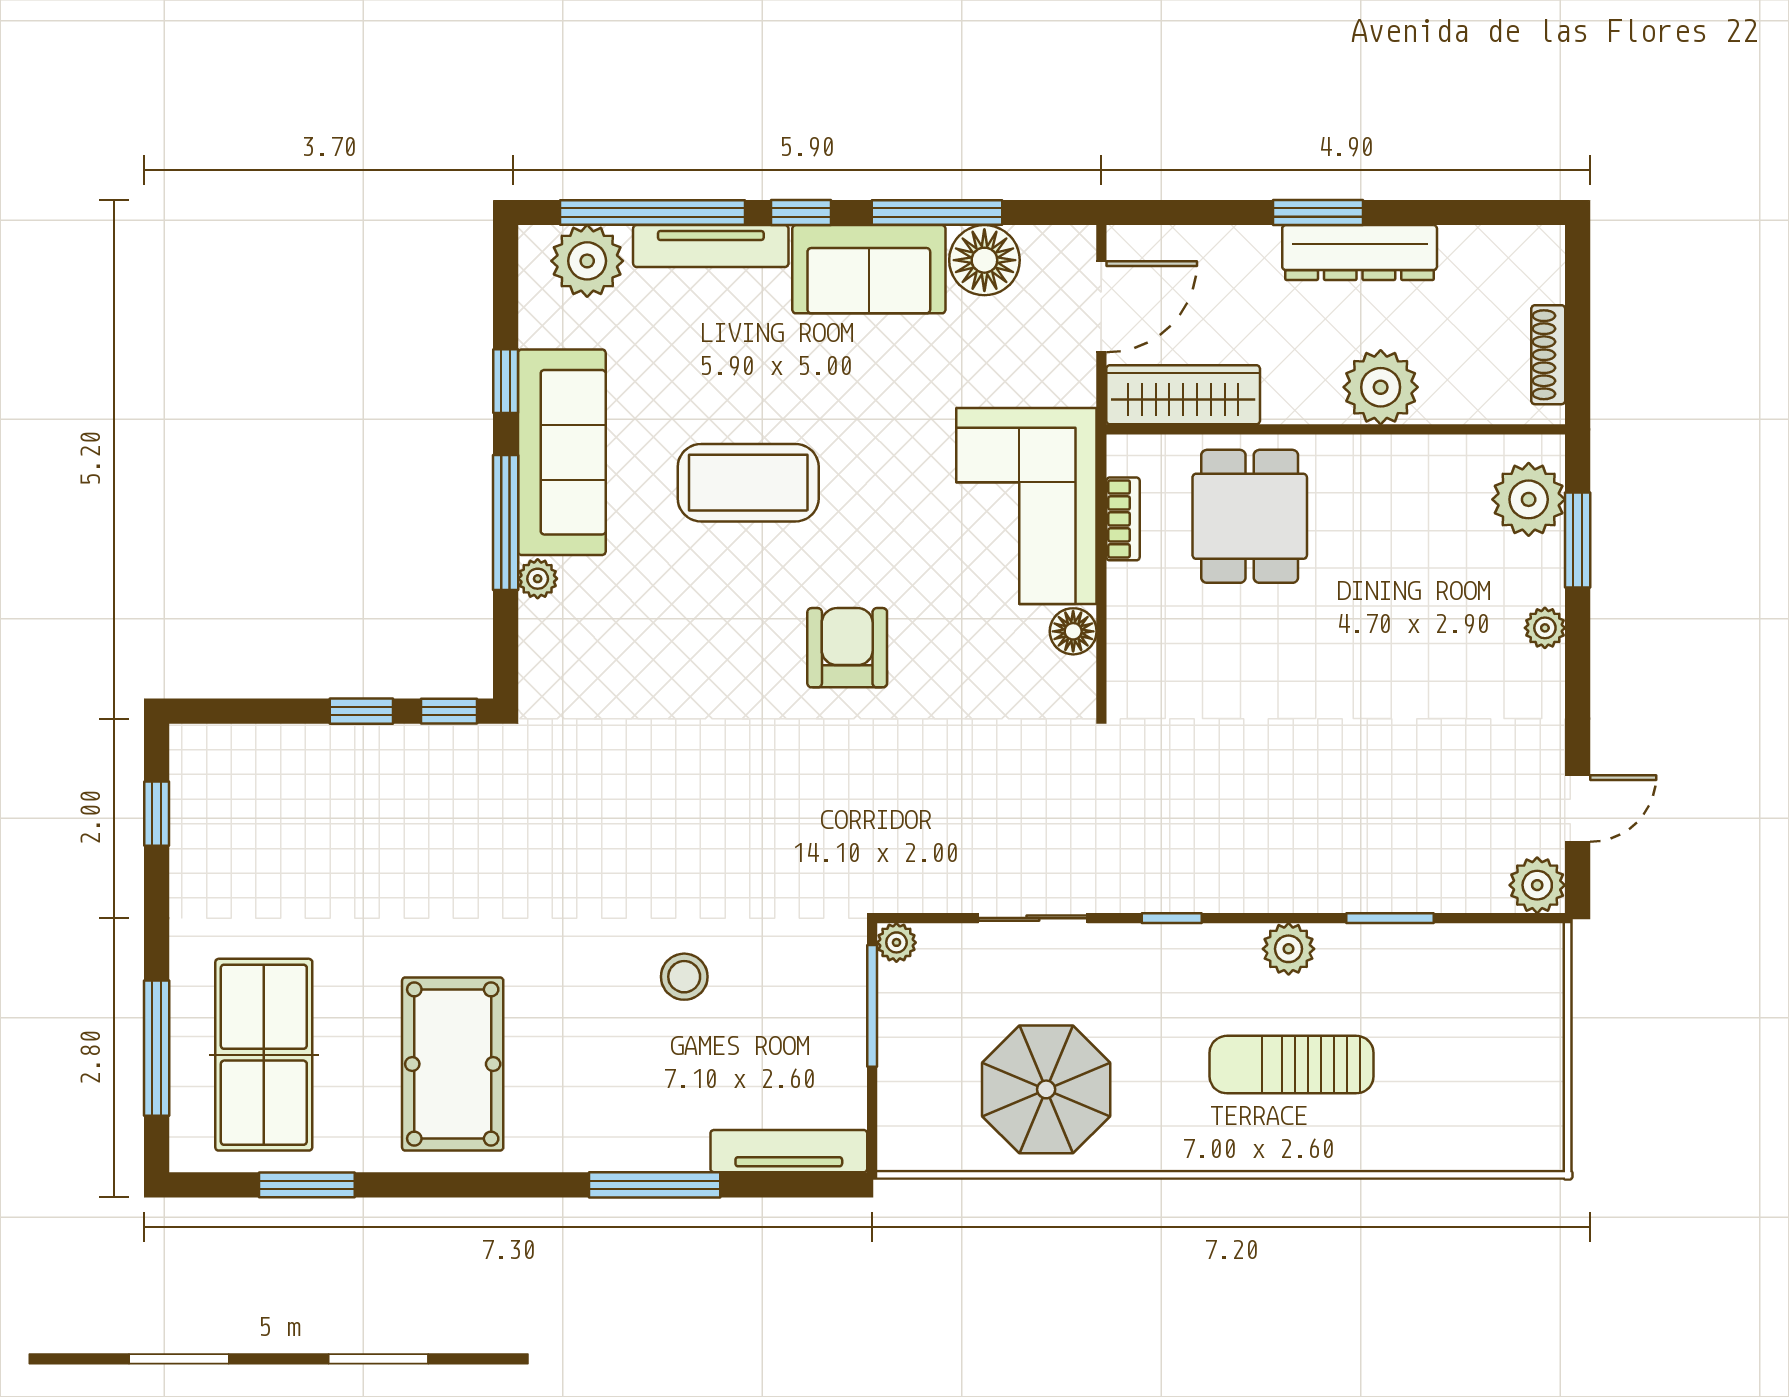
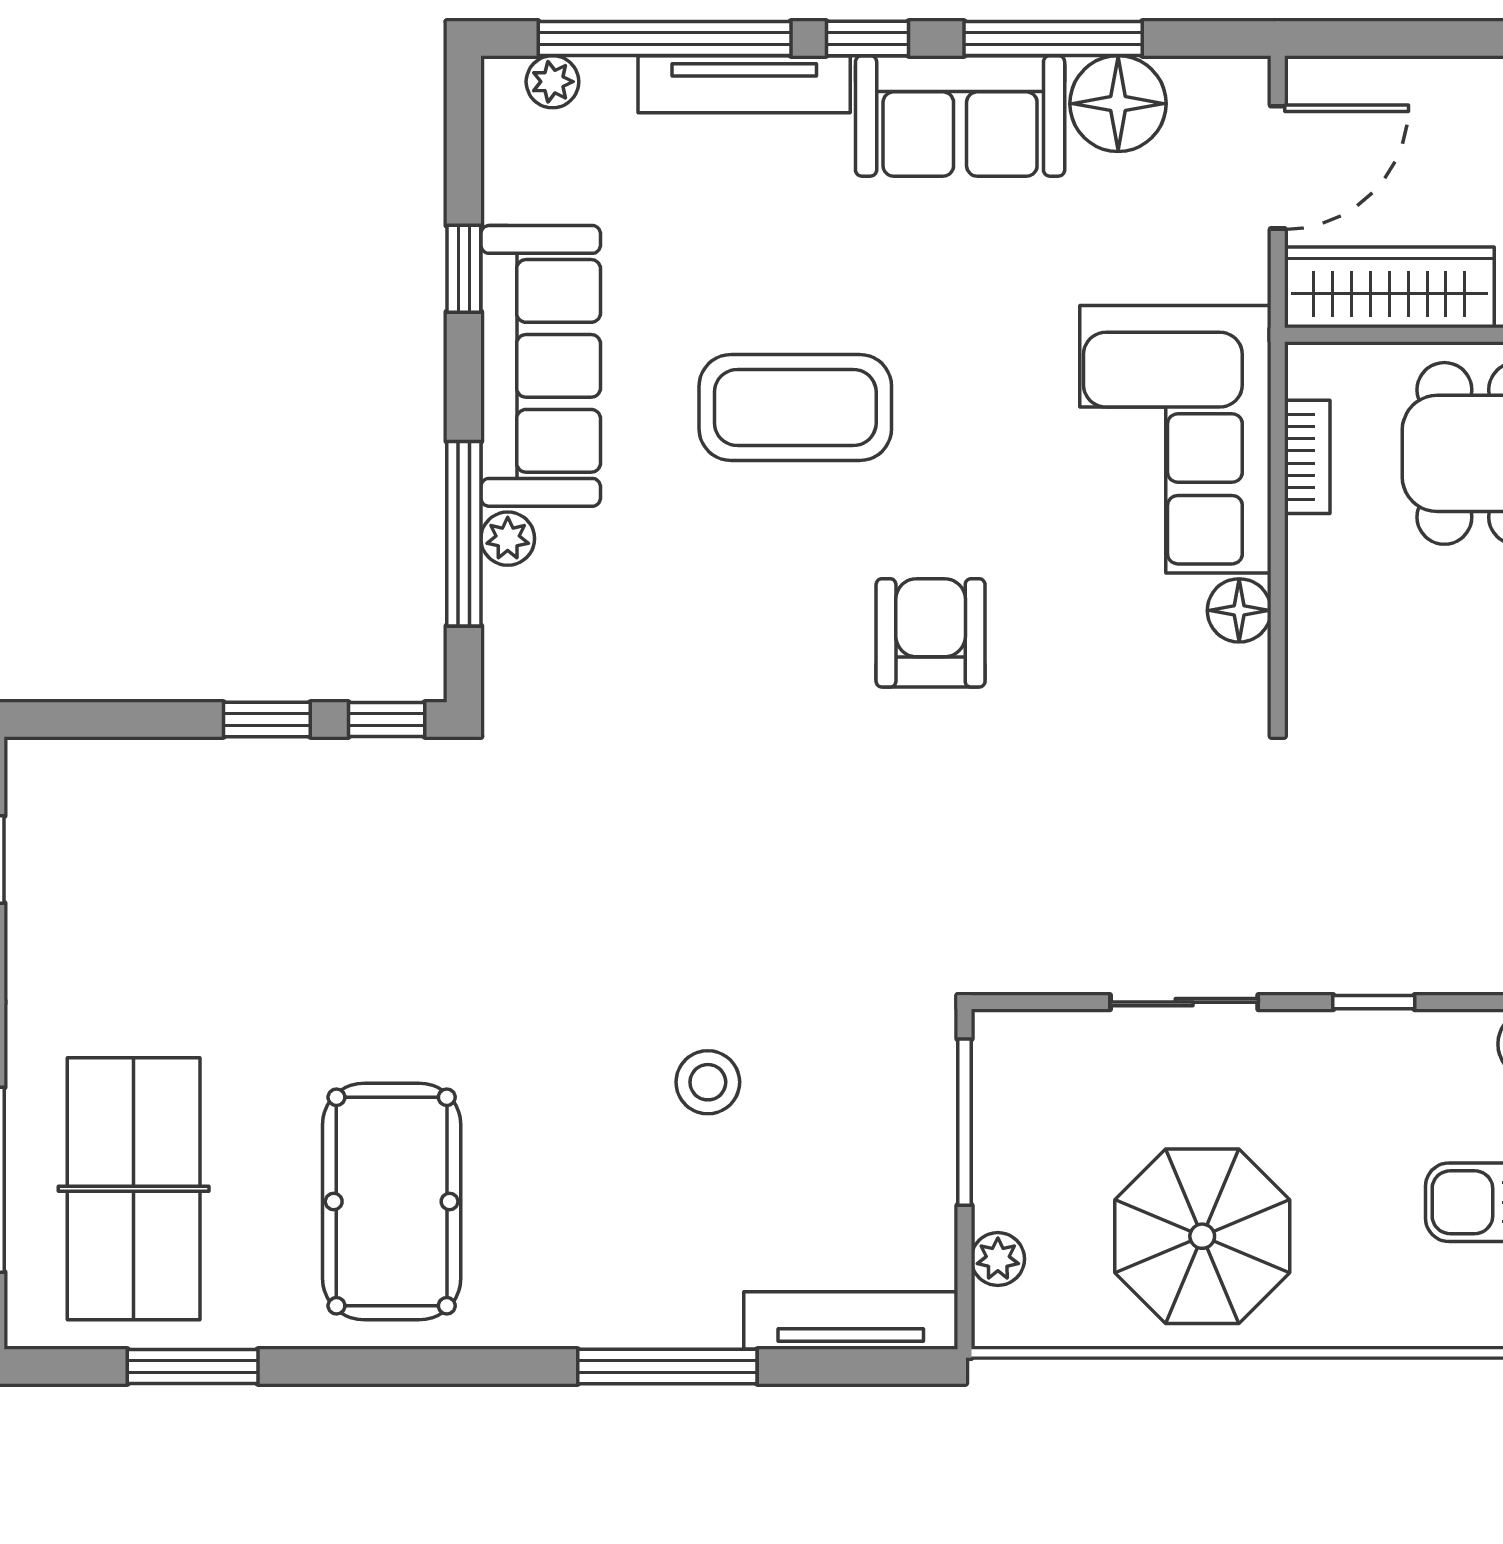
plant: (587, 261) -> (552, 82), width x0.53, depth x0.53
window: (506, 522) -> (464, 534), moved
plant: (896, 942) -> (998, 1259), moved

